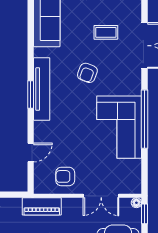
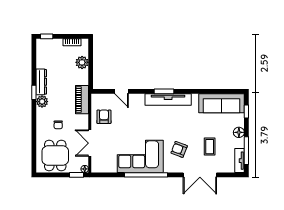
armchair: (87, 73) -> (179, 149), moved

